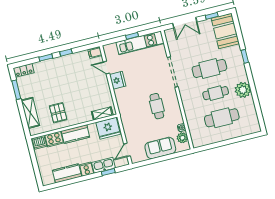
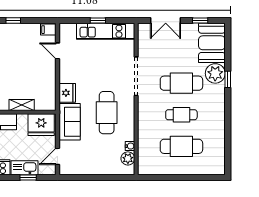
fridge: (118, 80) -> (67, 93), moved
plant: (243, 90) -> (215, 73), moved
cafe table: (157, 106) -> (107, 113), width x1.37, depth x1.35
shelving: (102, 113) -> (22, 105), moved
sofa: (160, 148) -> (70, 122), moved, turned 90

